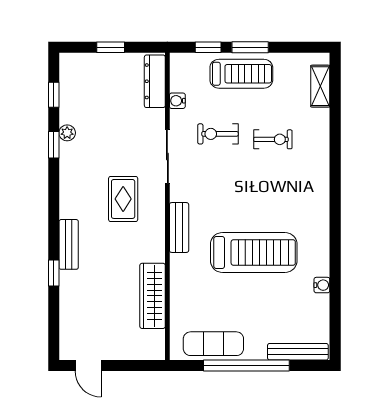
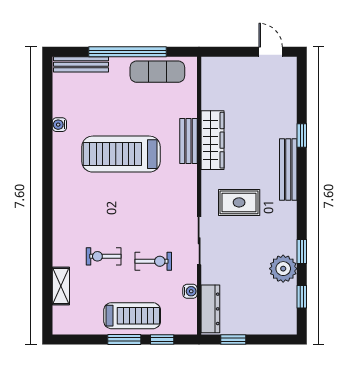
window: (111, 47) -> (233, 340), moved
treadmill: (241, 74) -> (132, 316), turned 180
shelving: (320, 86) -> (61, 286), moved
plant: (67, 133) -> (283, 269), width x1.88, depth x1.88
rug: (123, 199) -> (239, 202), turned 90
bench: (179, 227) -> (188, 141), moved
bench: (69, 244) -> (288, 170), width x1.36
wardrobe: (153, 296) -> (212, 140), moved

